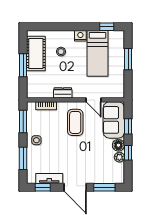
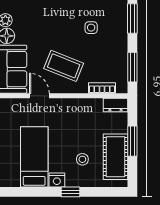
window: (107, 27) -> (71, 192), moved
dresser: (63, 93) -> (115, 105), moved
coffee table: (75, 122) -> (64, 66), turned -68
side table: (36, 140) -> (91, 28), moved

